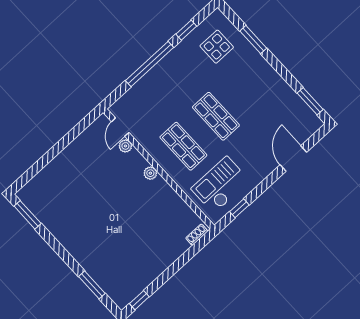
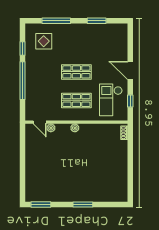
window: (253, 40) -> (56, 21), width x1.44
window: (310, 101) -> (97, 21), moved
door: (293, 158) -> (130, 70), moved
window: (92, 285) -> (83, 204), moved
window: (139, 300) -> (130, 189), removed

